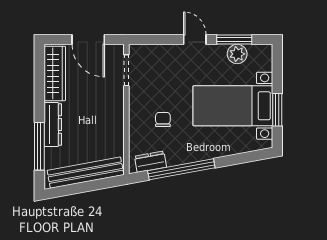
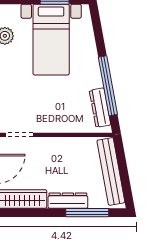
chair: (163, 120) -> (63, 102), removed
dresser: (150, 162) -> (100, 108), width x1.44

